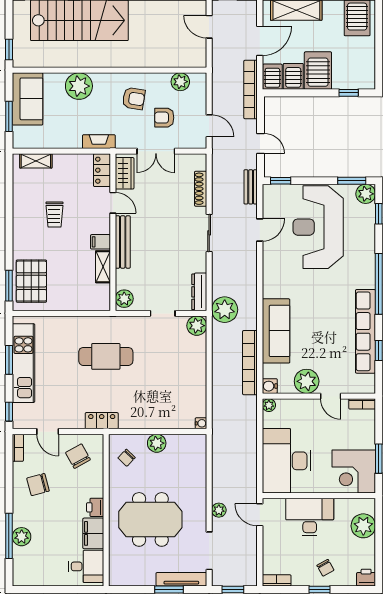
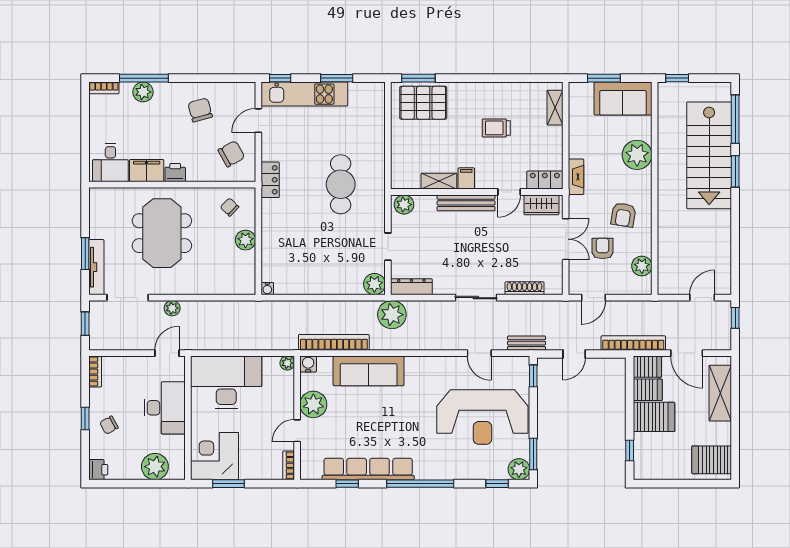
double door: (156, 151) -> (566, 239), swing flipped
reception desk: (318, 227) -> (482, 417), turned 180
kitchen unit: (23, 363) -> (304, 94), moved
bookcase: (18, 448) -> (104, 88), moved

